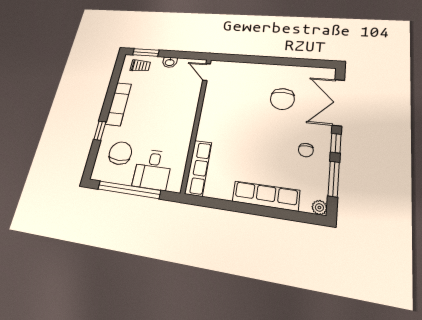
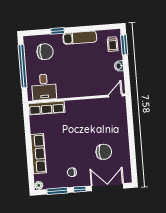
chair: (282, 99) -> (104, 152), turned 180
desk: (153, 169) -> (44, 87), moved, turned -90

